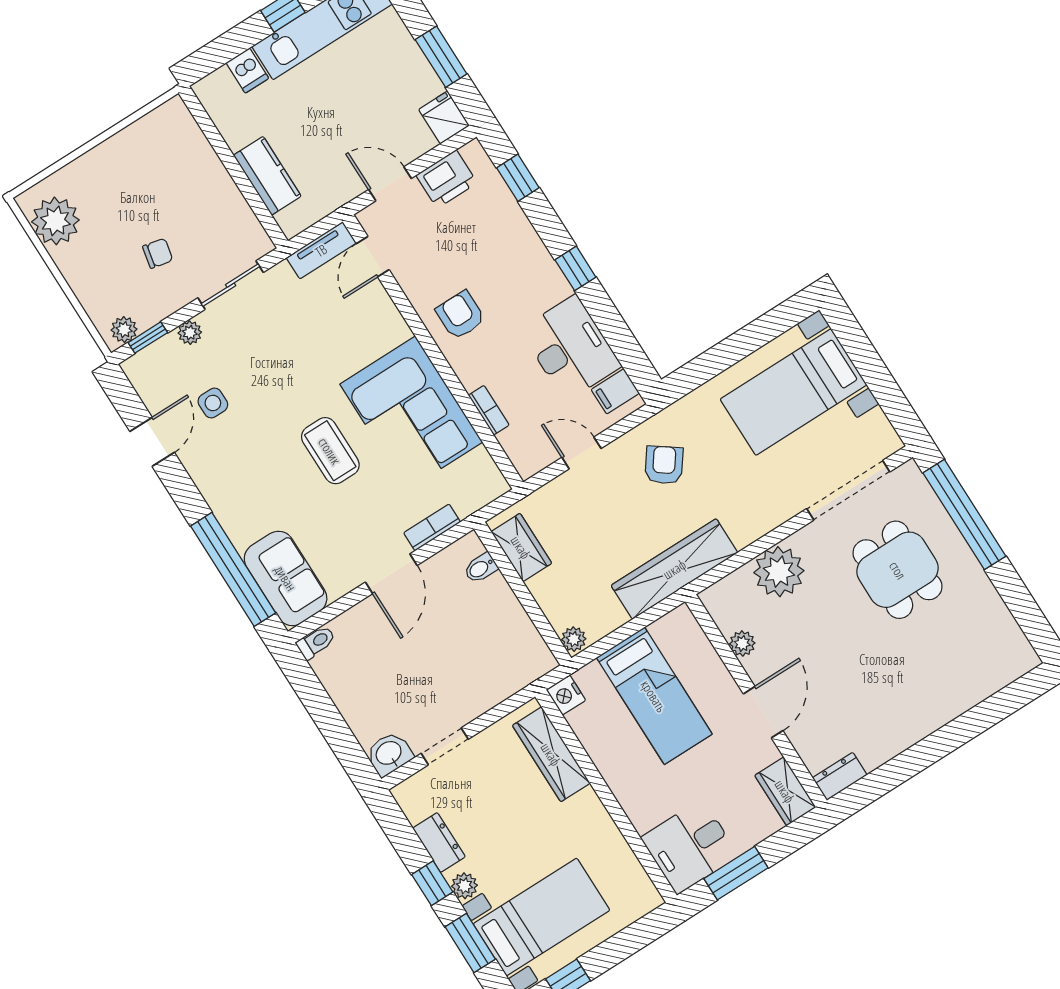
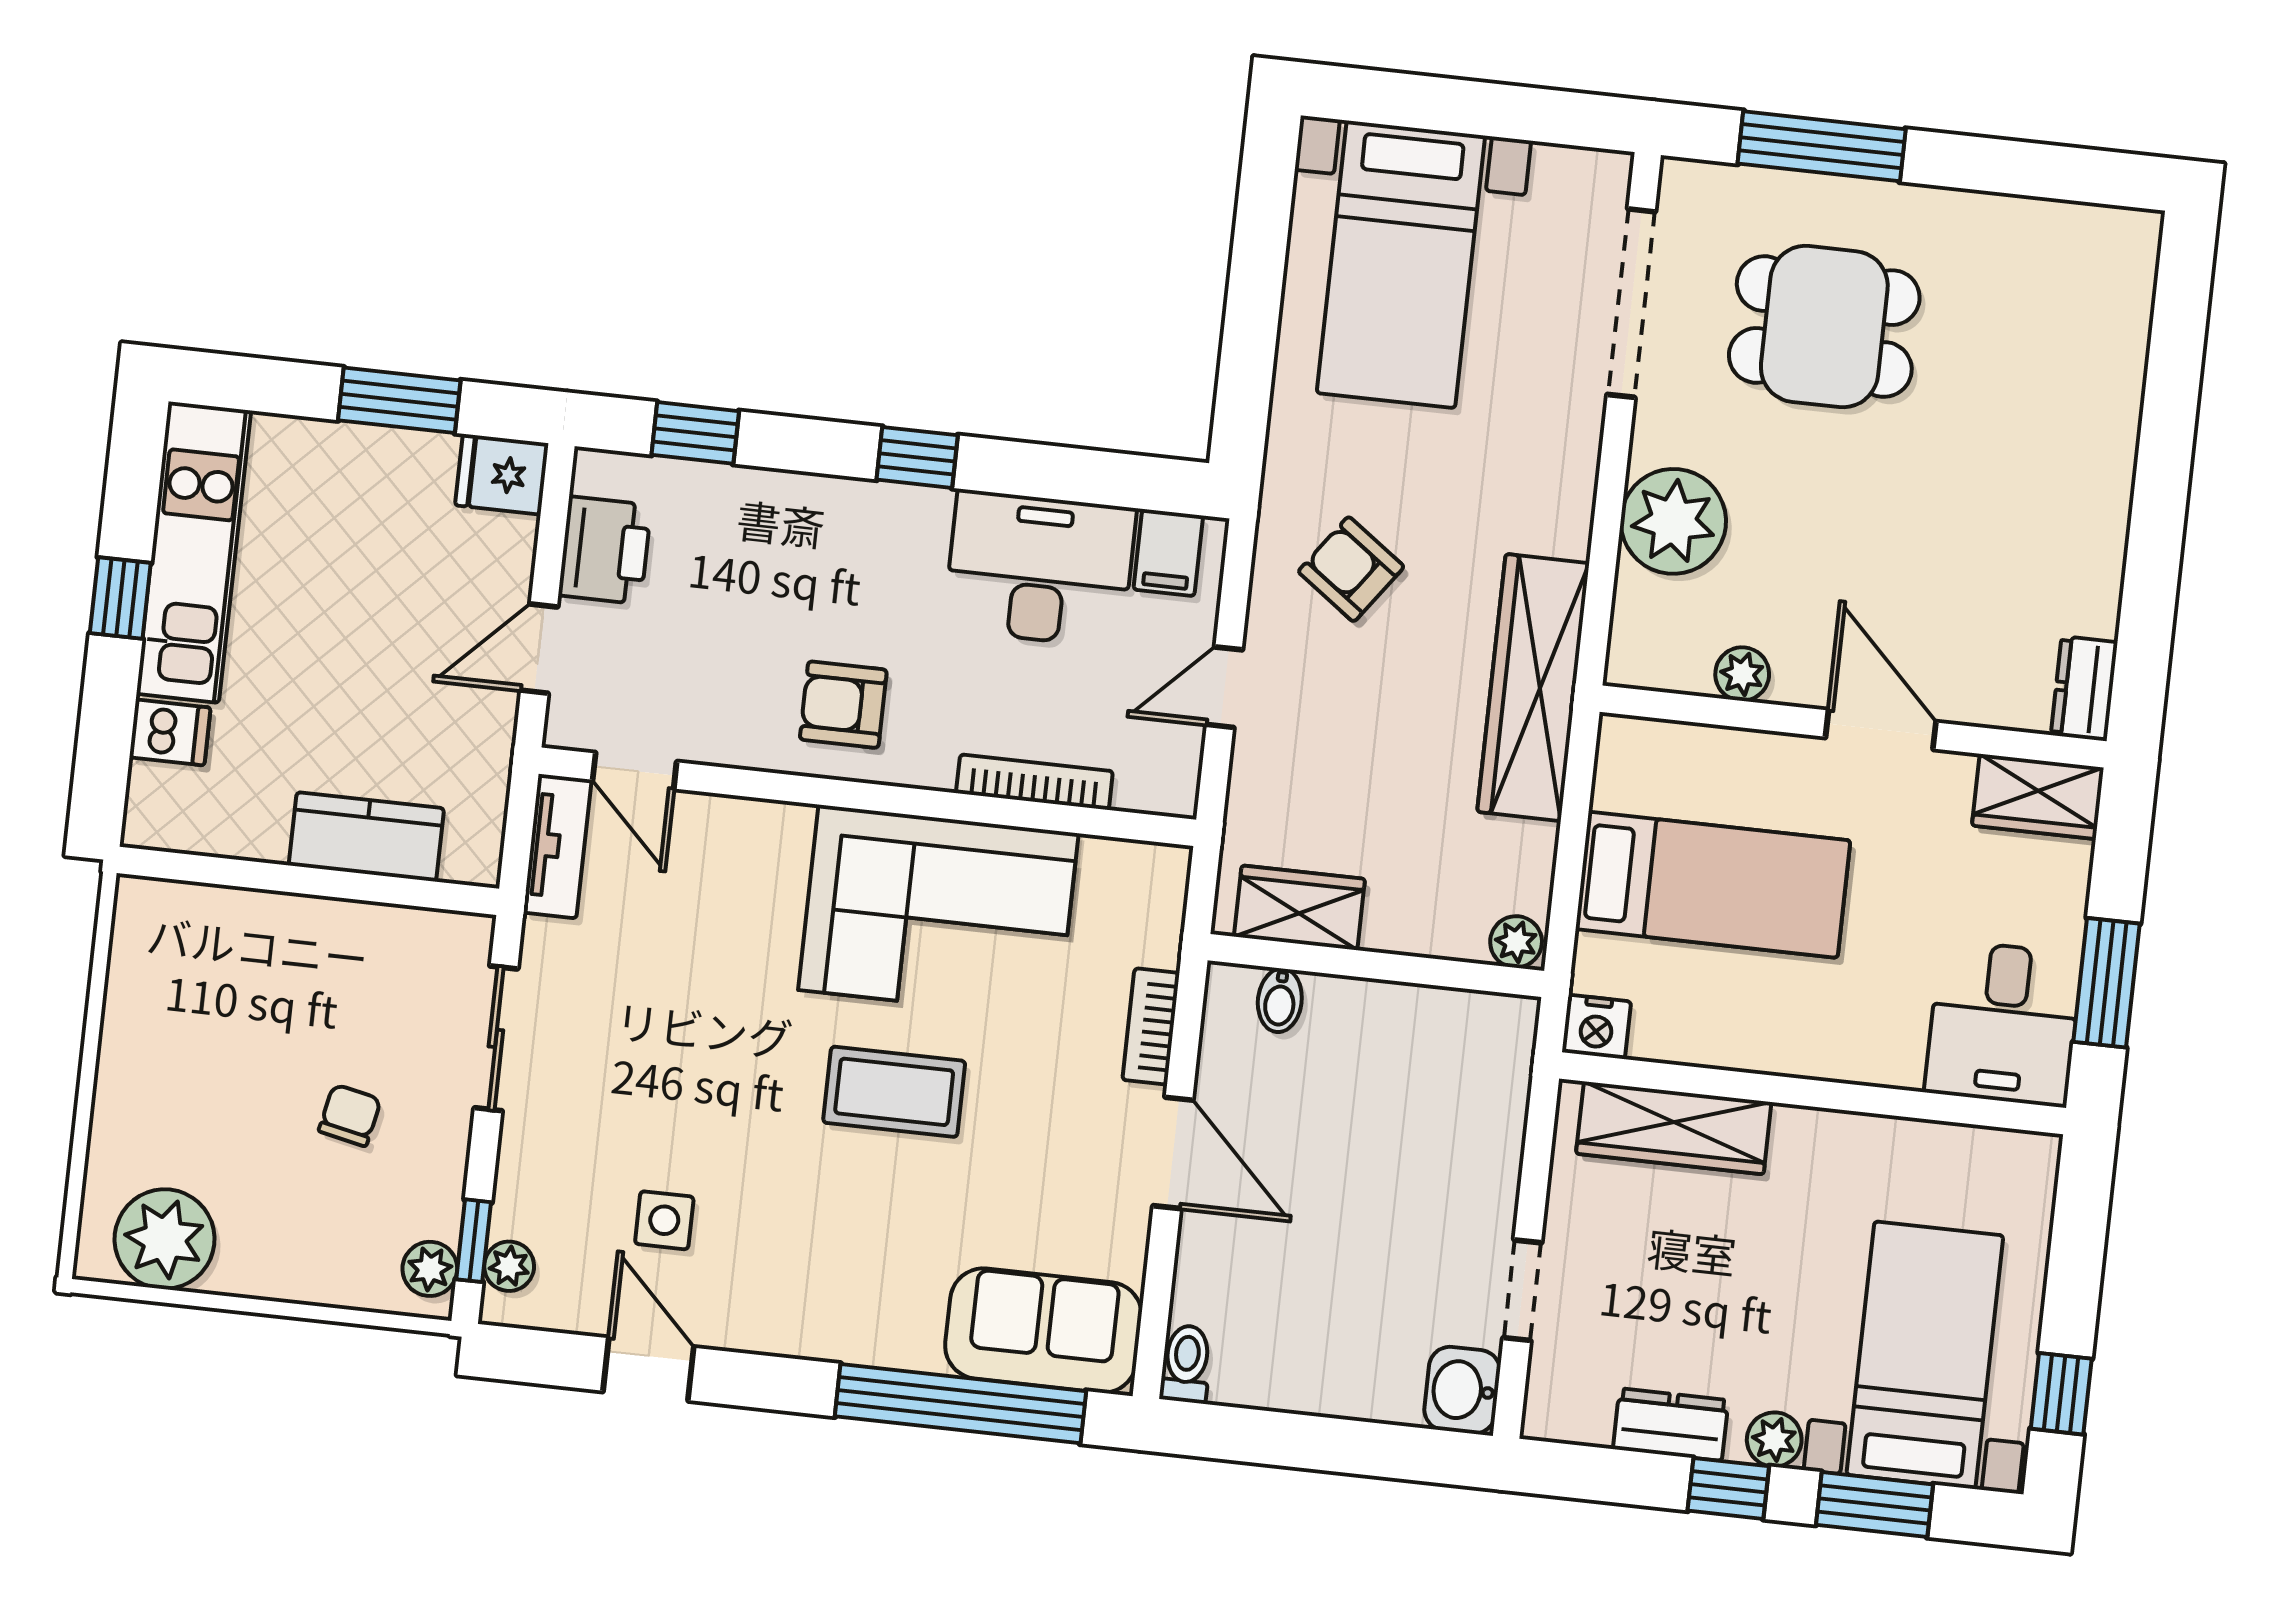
plant: (190, 333) -> (509, 1266), moved
bookcase: (489, 410) -> (1034, 782), width x1.56
window: (964, 515) -> (1822, 146), width x0.68

